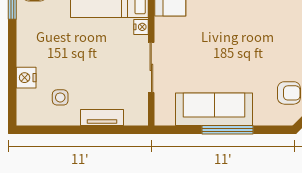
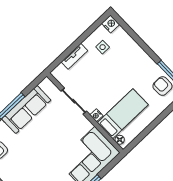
nightstand: (26, 78) -> (111, 24), moved

